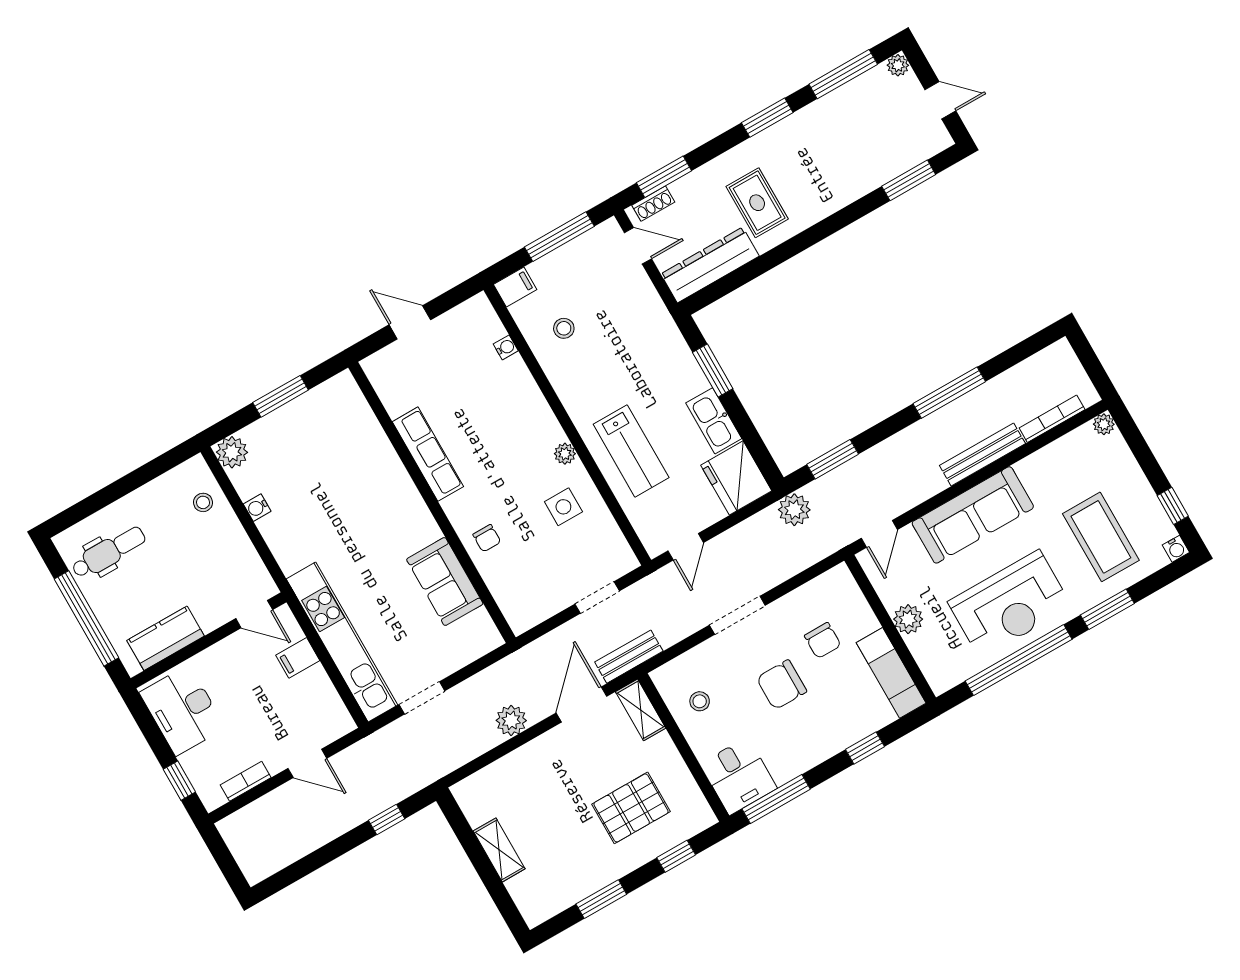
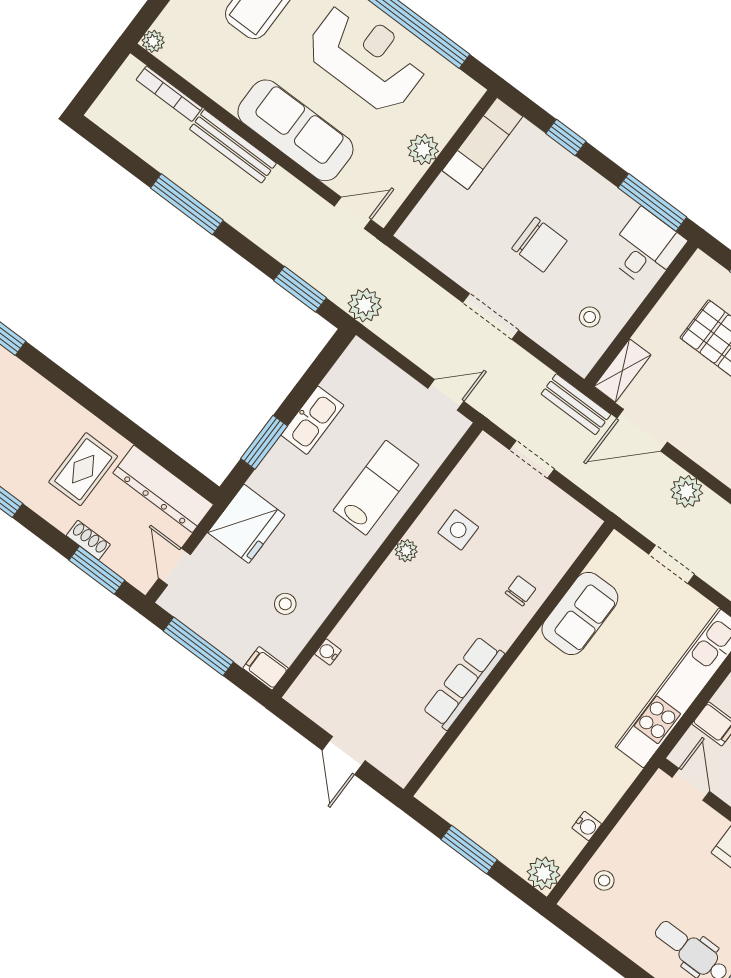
shoe rack: (653, 204) -> (88, 540), moved
fridge: (736, 478) -> (246, 524), moved
chair: (823, 640) -> (479, 223), removed
doorway: (422, 698) -> (672, 564), moved

